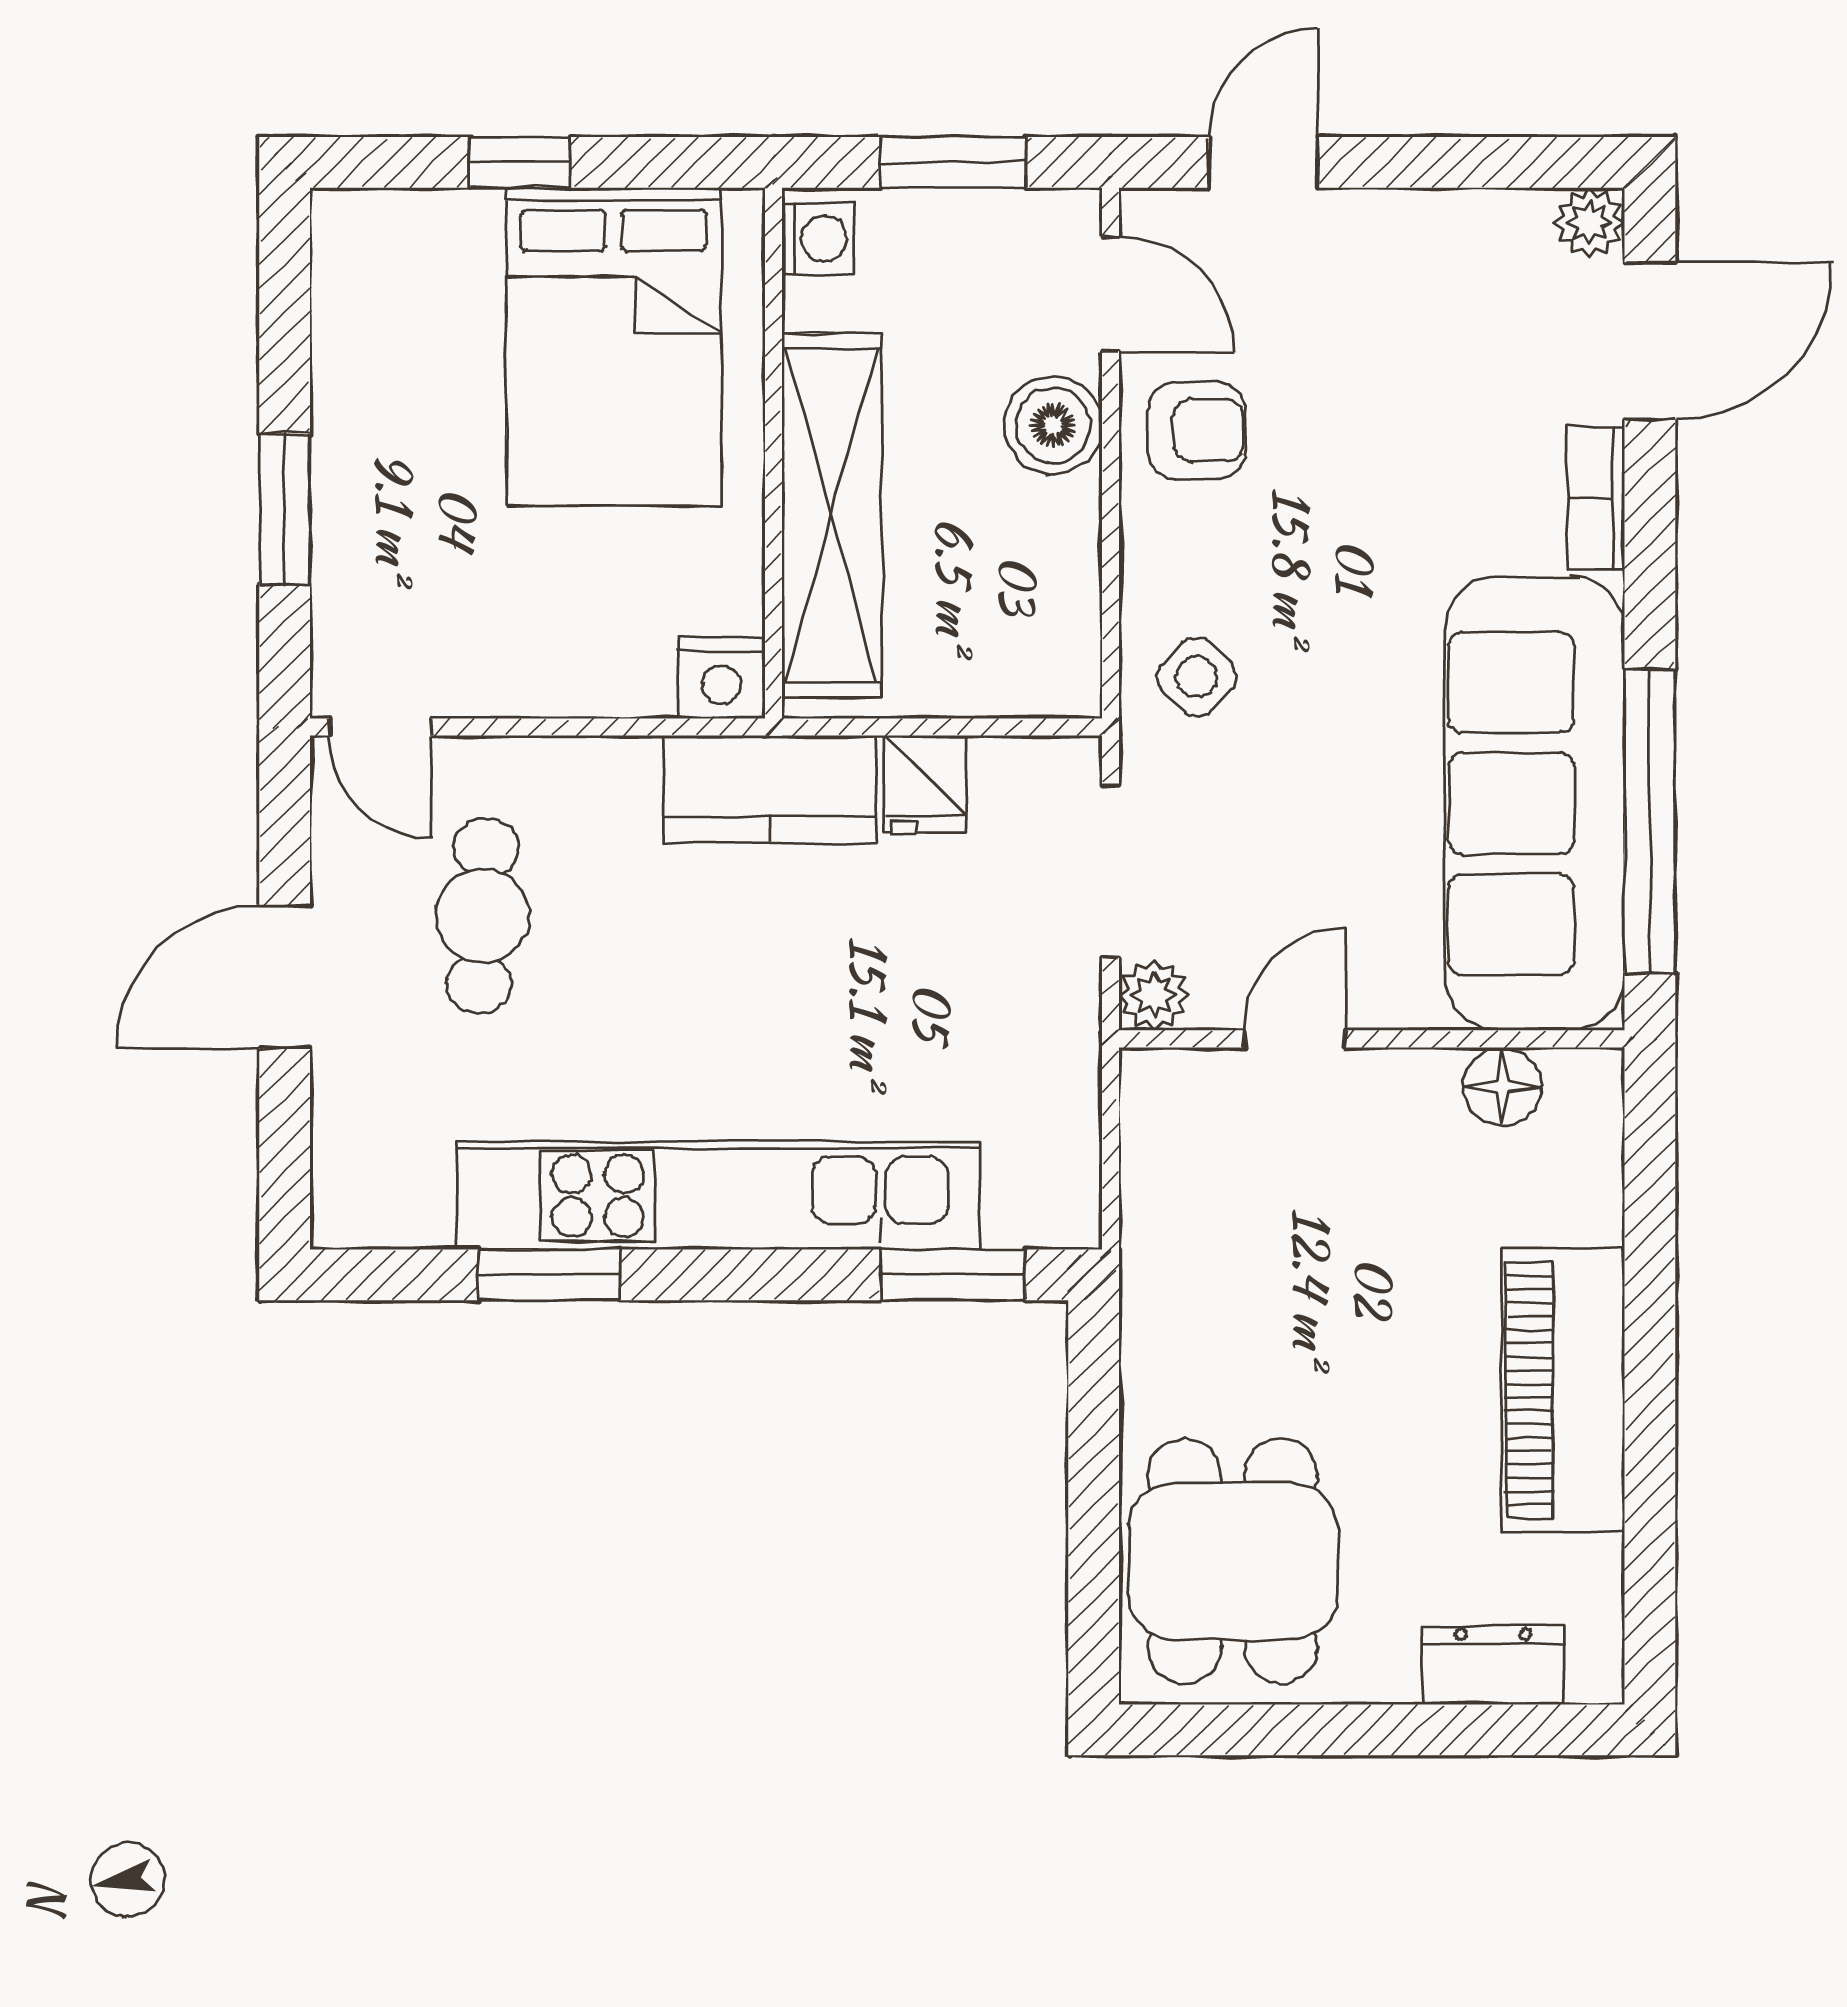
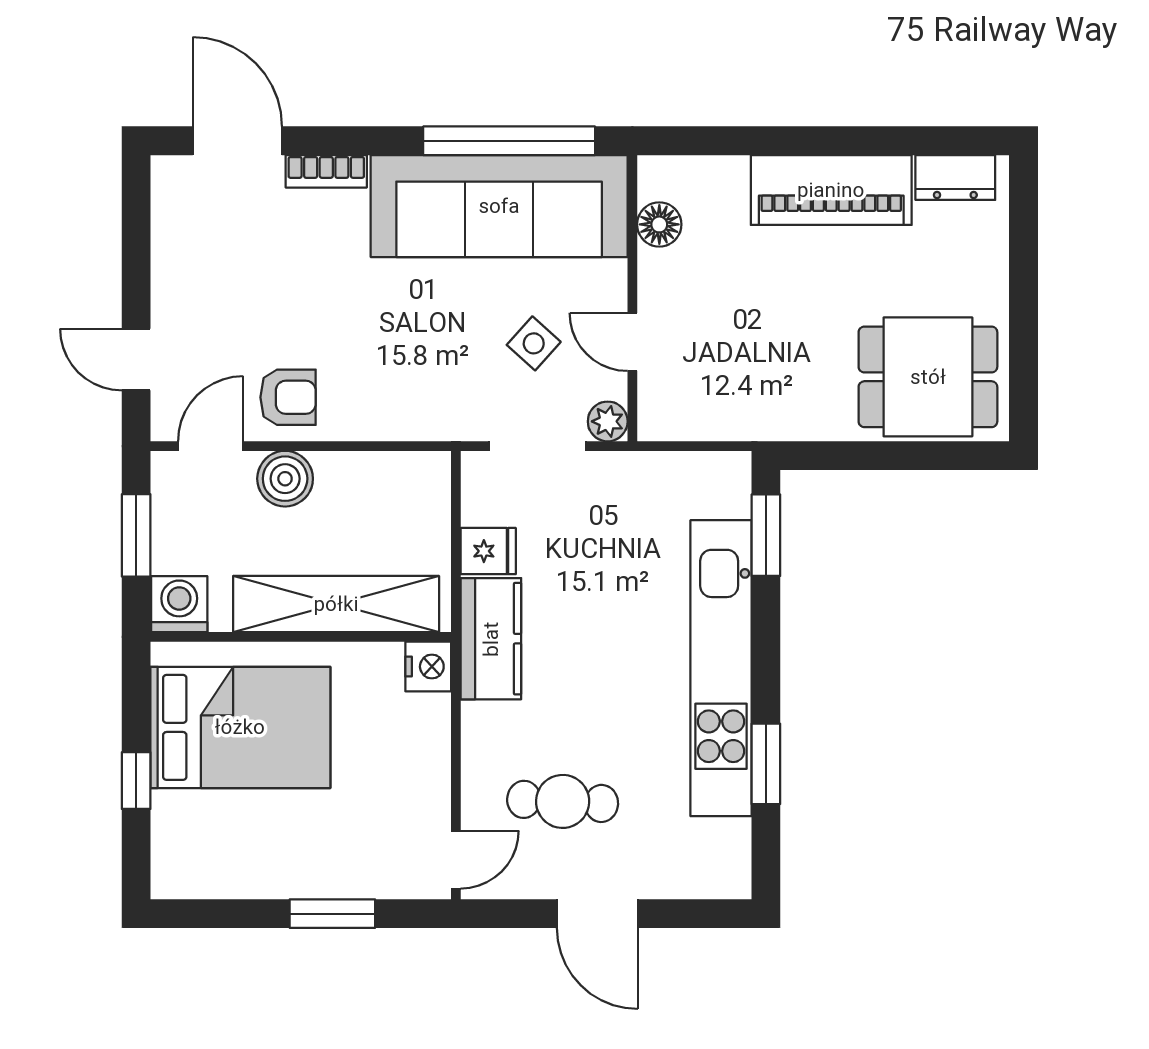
plant: (1590, 223) -> (170, 175), removed
washing machine: (818, 239) -> (179, 604), width x1.38, depth x1.38
armchair: (1197, 431) -> (288, 397), turned 90
side table: (1197, 677) -> (534, 343), moved
dresser: (1493, 1665) -> (955, 178), moved, turned -90

